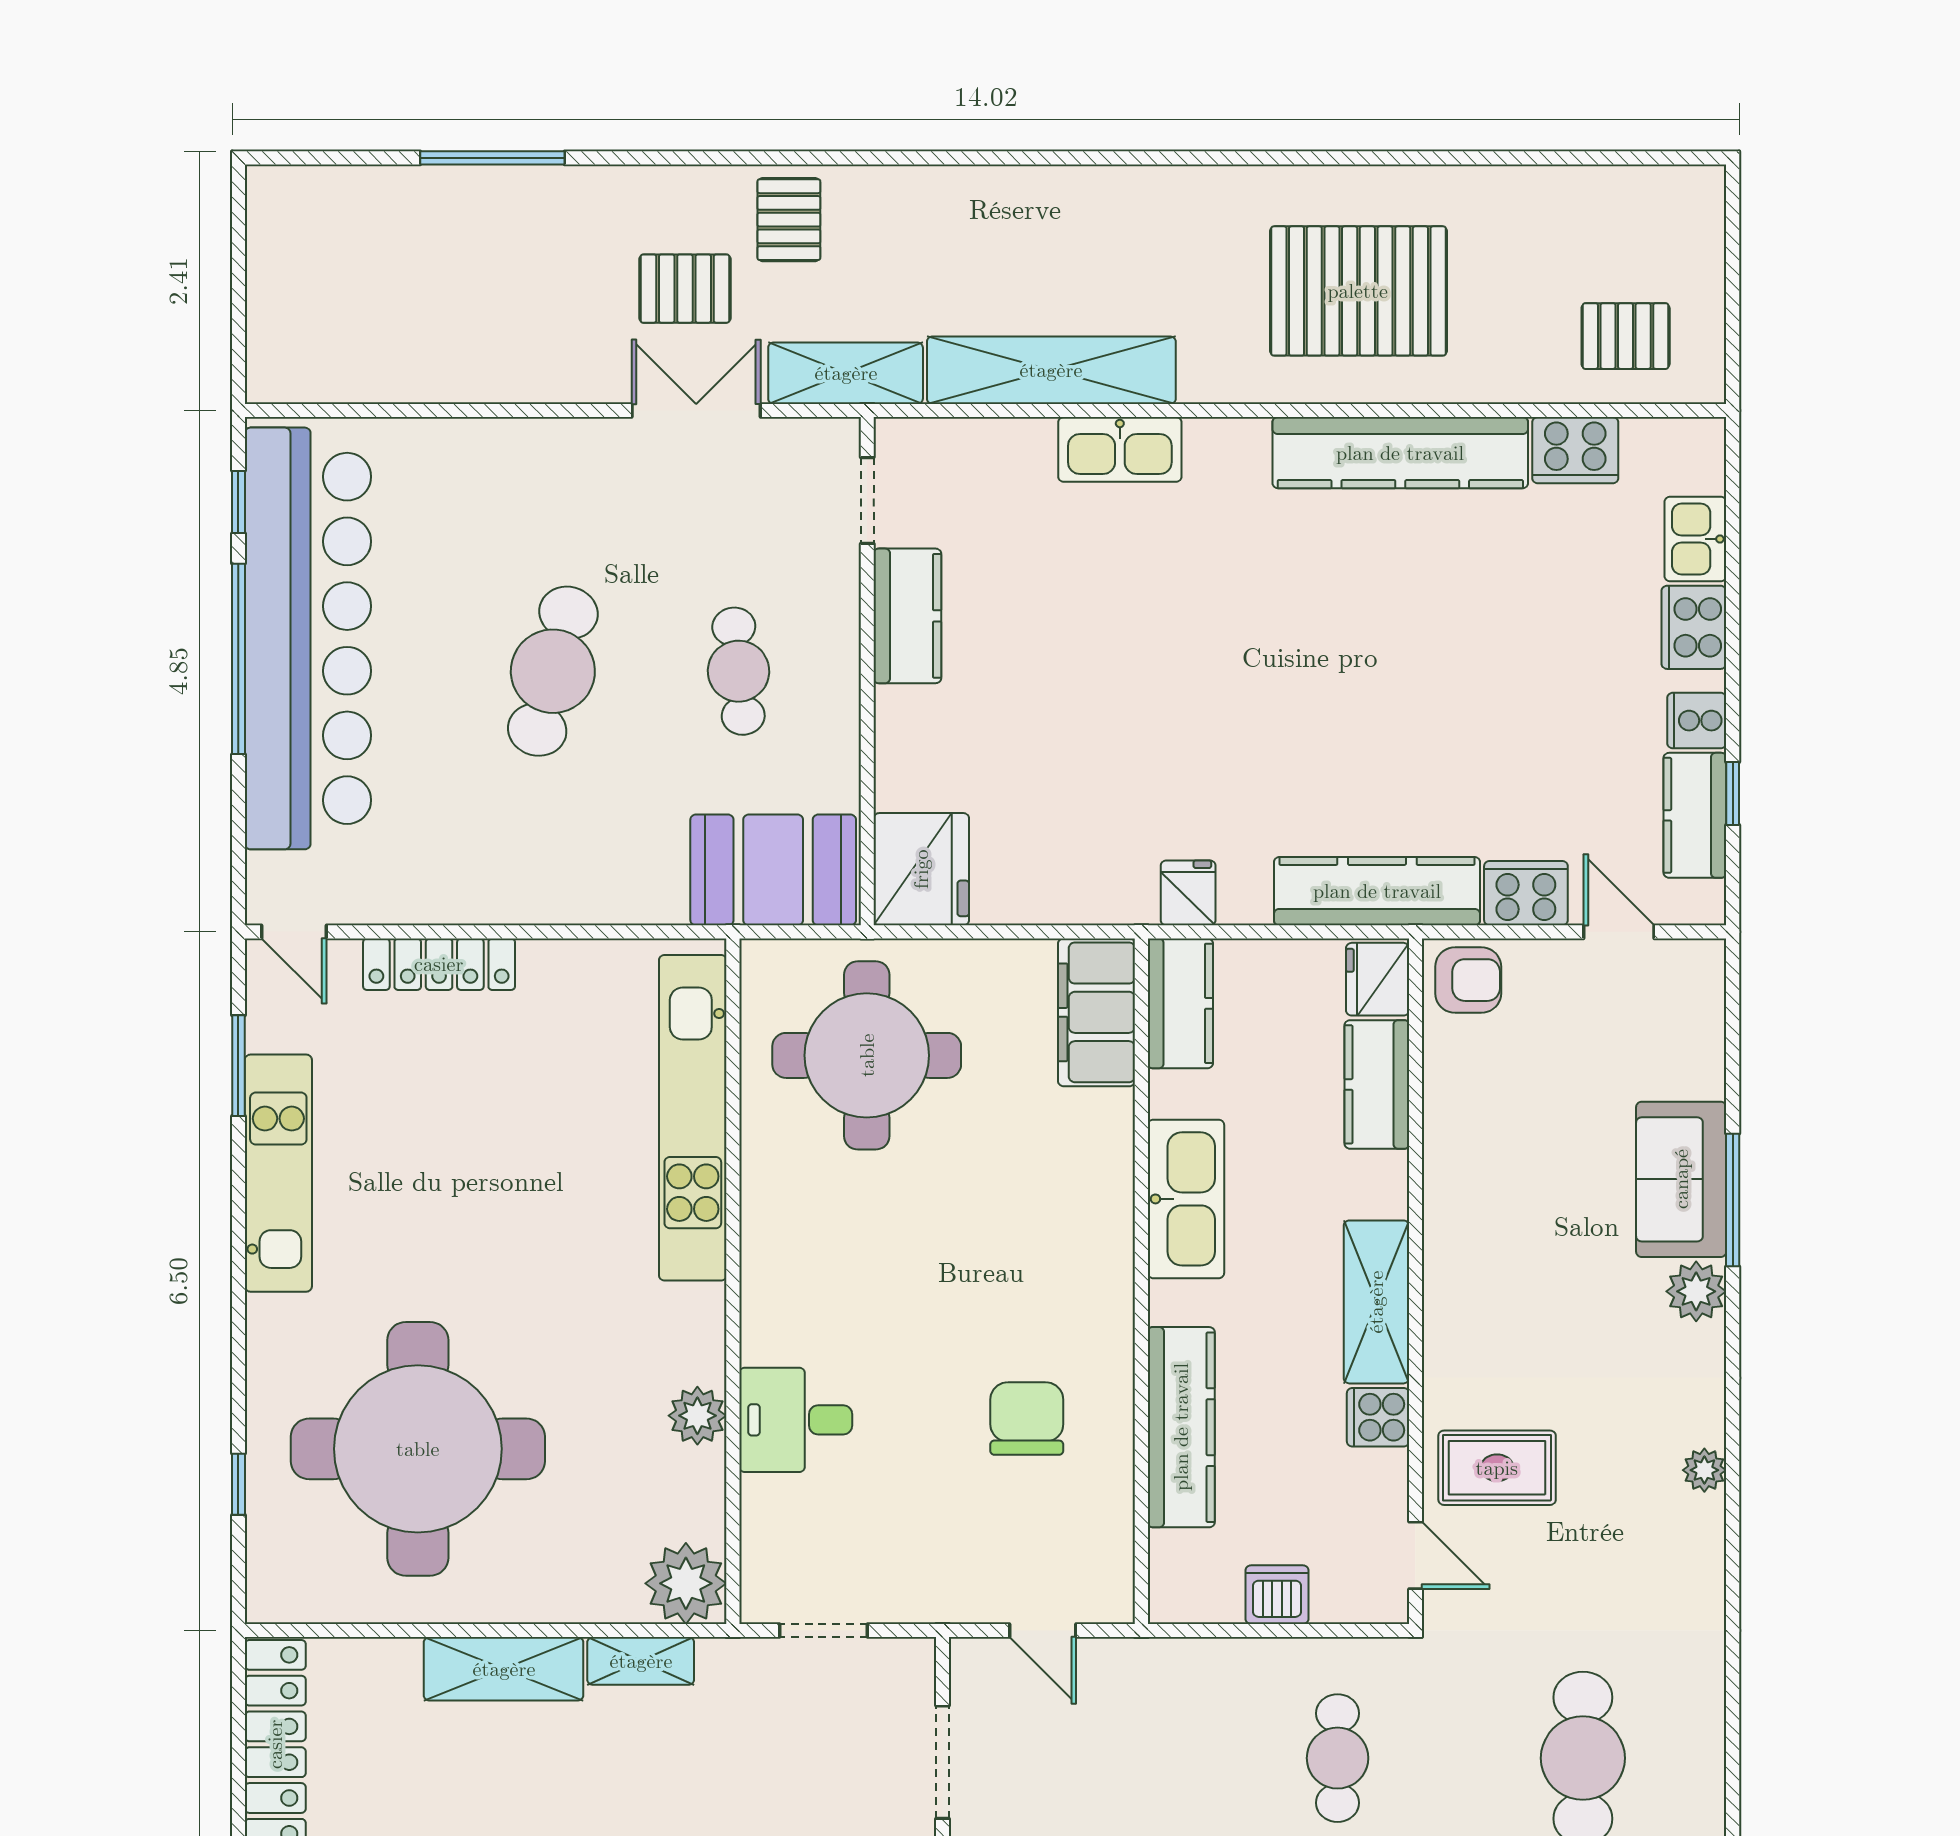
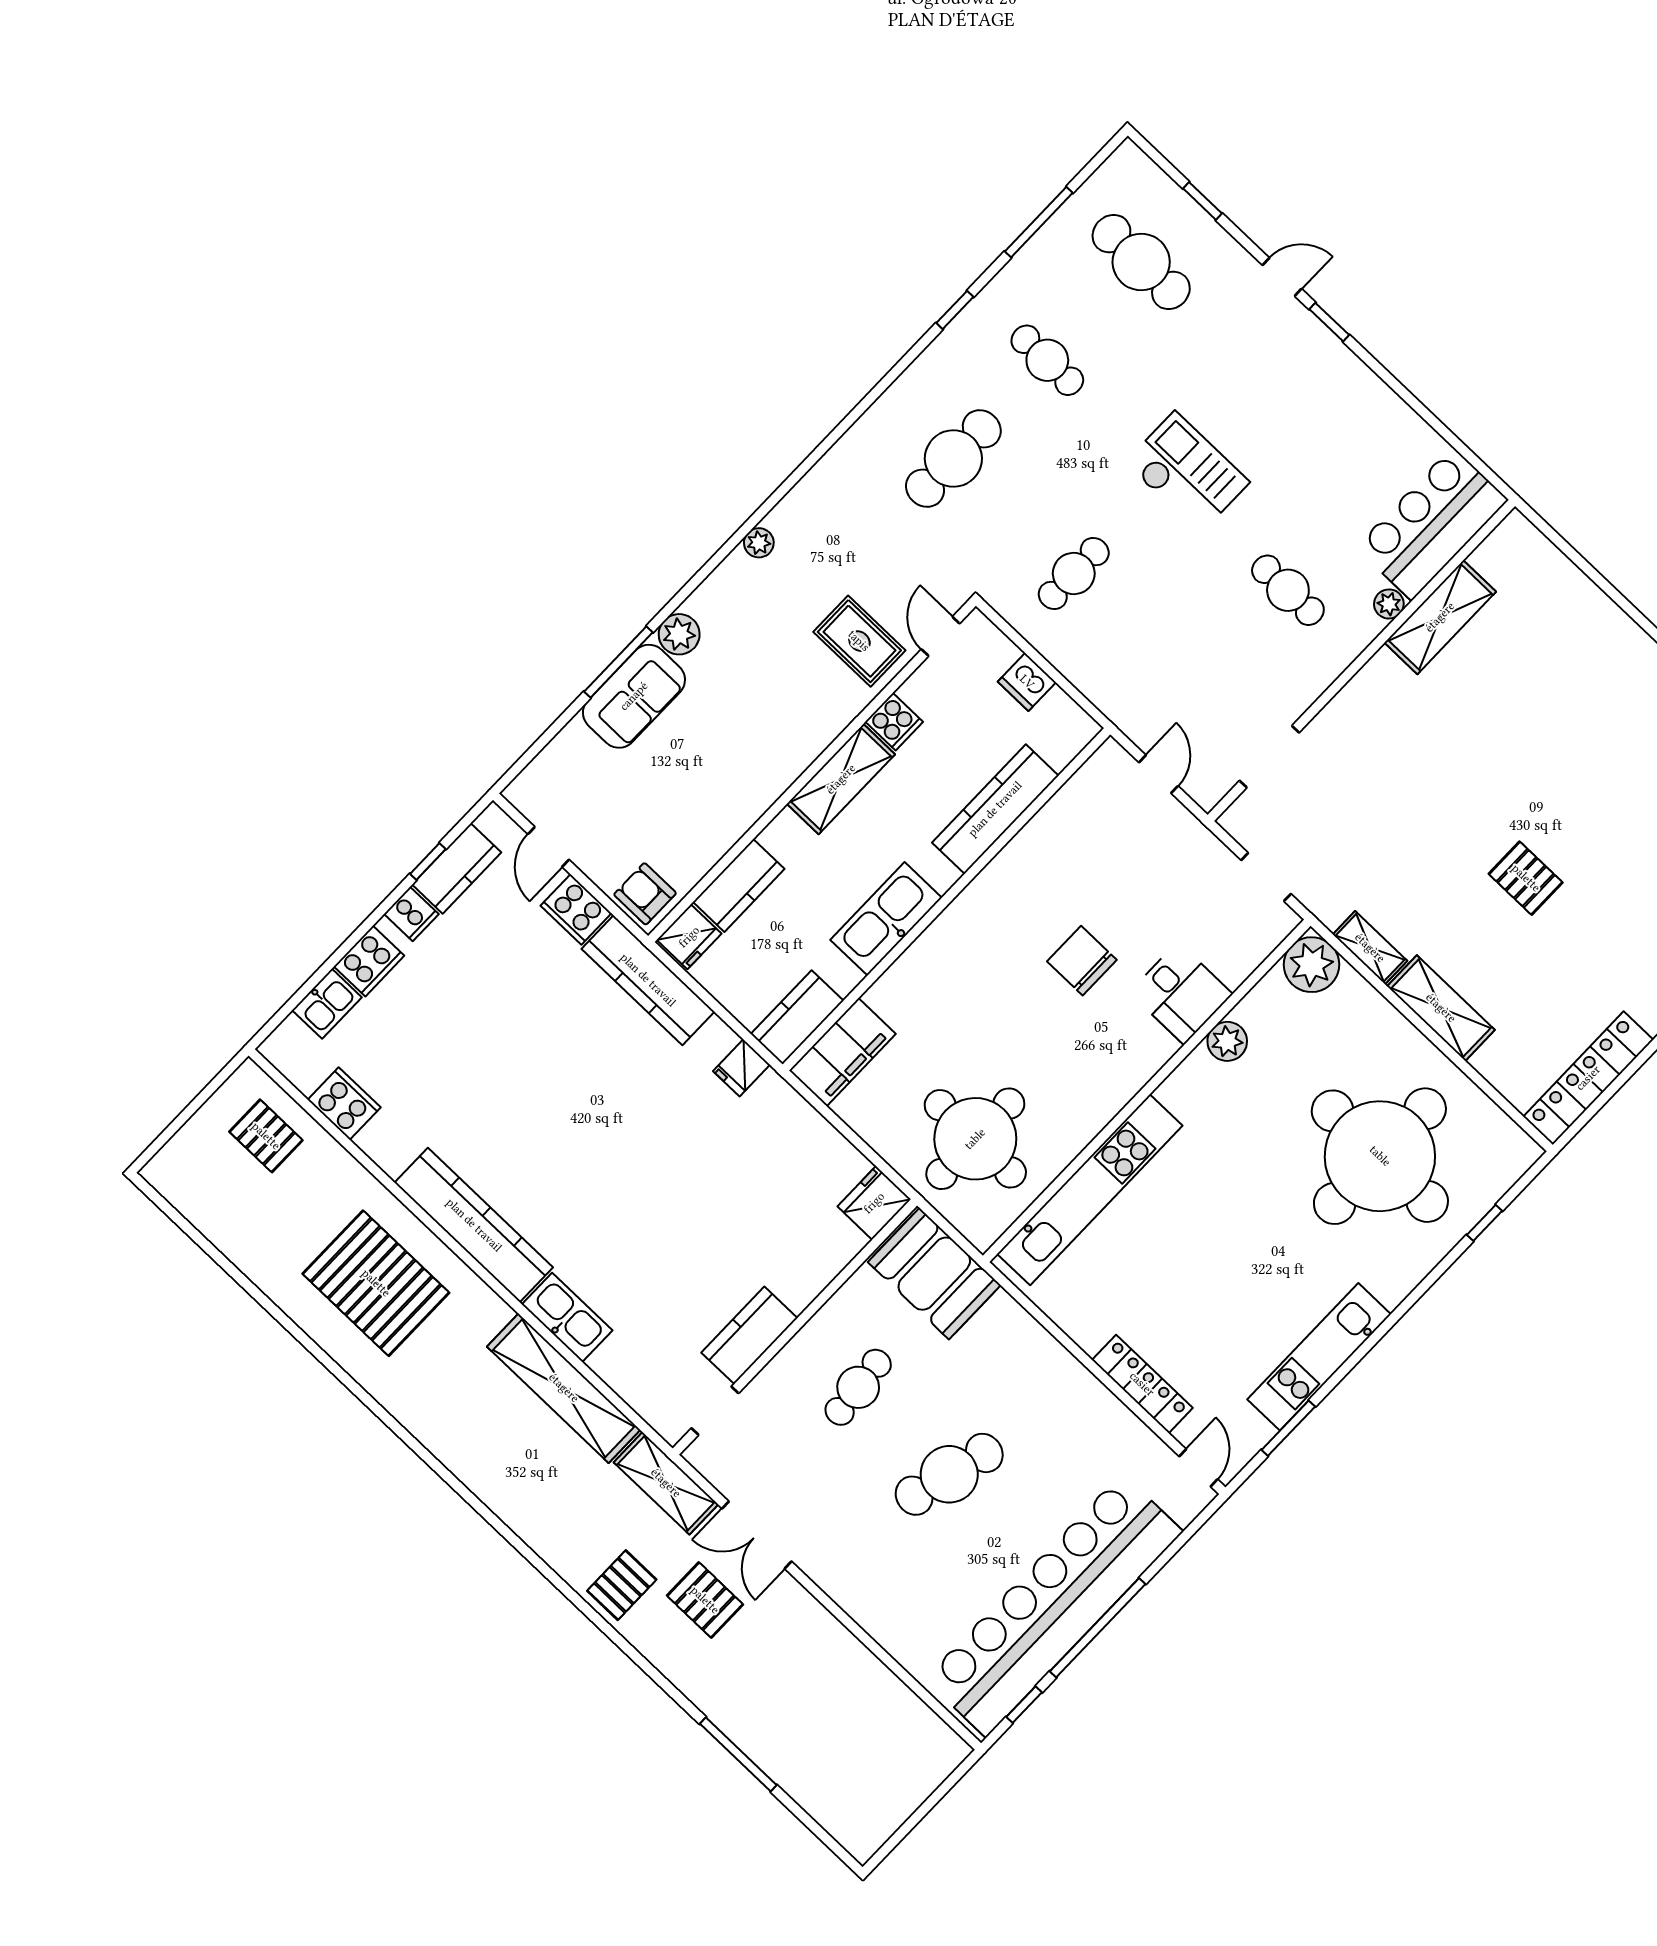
kitchen counter: (1400, 453) -> (474, 1225), moved
fridge: (921, 869) -> (874, 1203), width x0.73, depth x0.75
chair: (1027, 1419) -> (1082, 961), moved, turned 90

